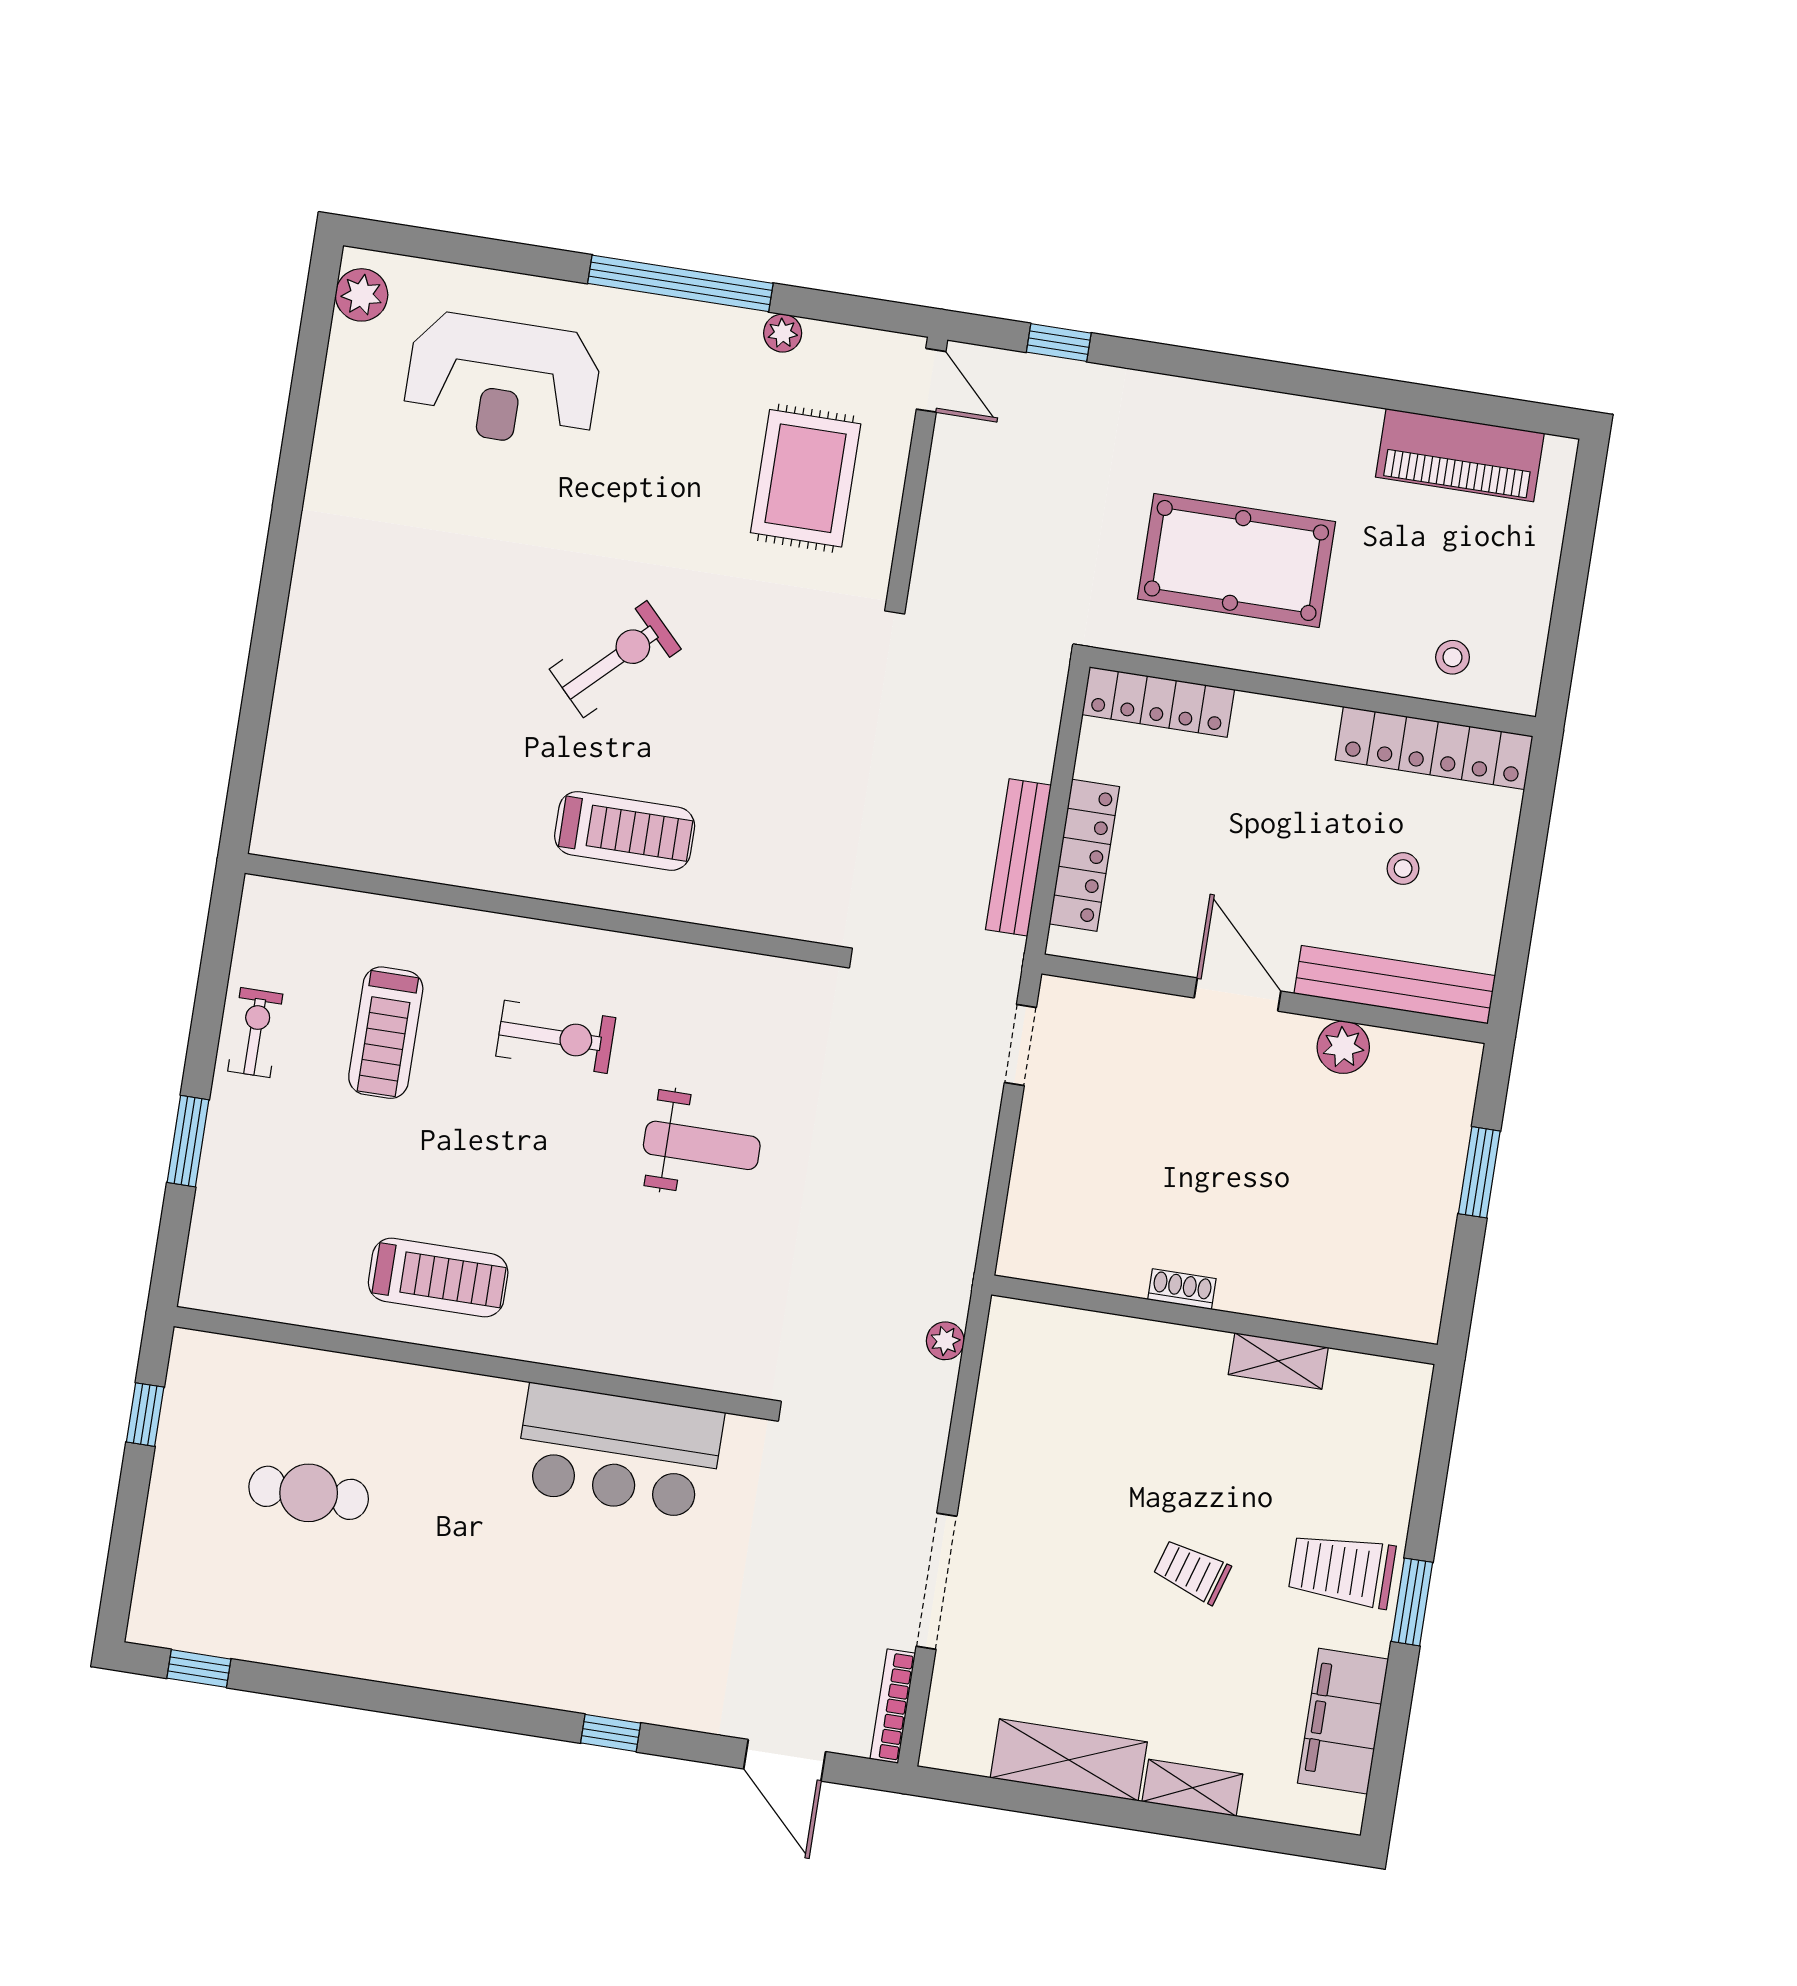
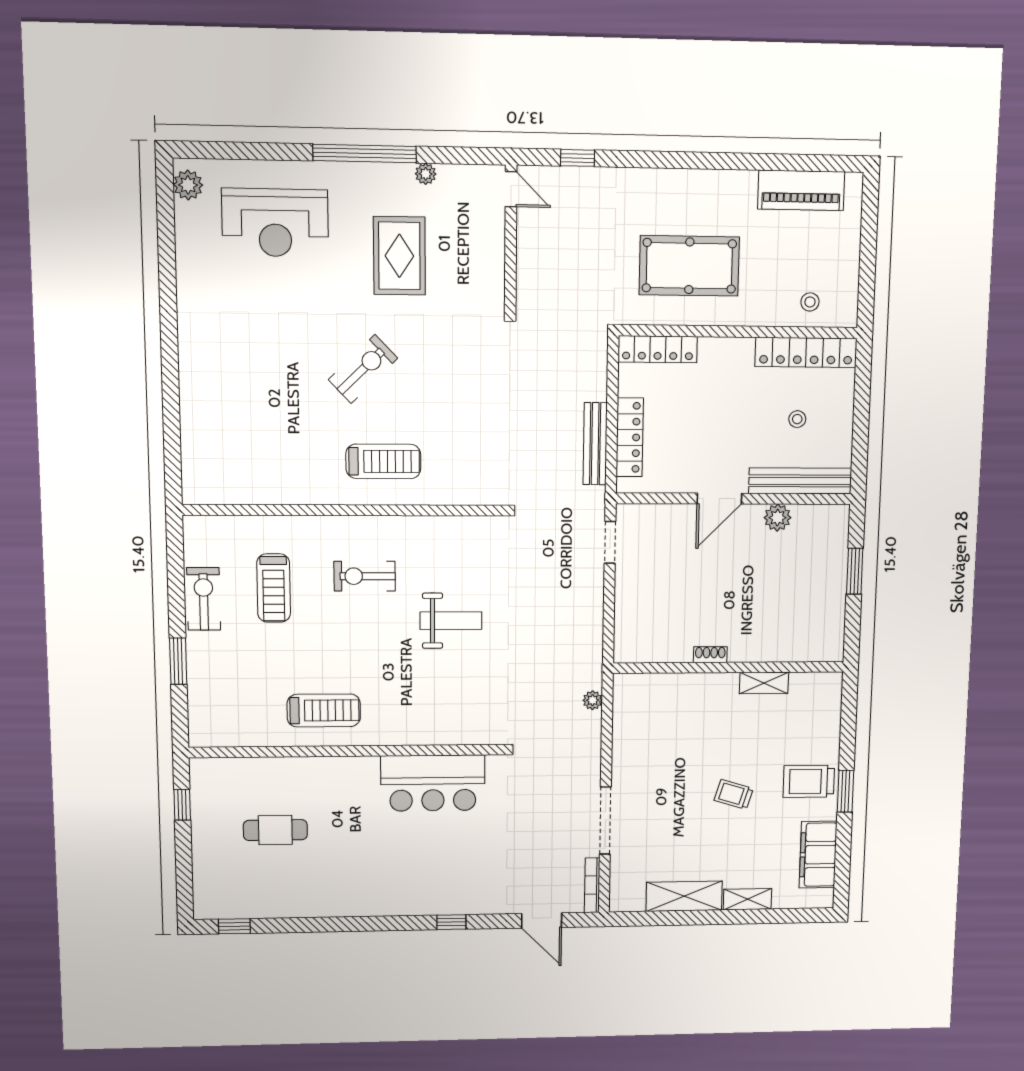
rug: (806, 478) -> (399, 256), moved
door: (1238, 994) -> (719, 499), swing flipped
exercise bike: (255, 1033) -> (204, 599), width x1.38, depth x1.39
exercise bike: (556, 1037) -> (365, 576), turned 180

